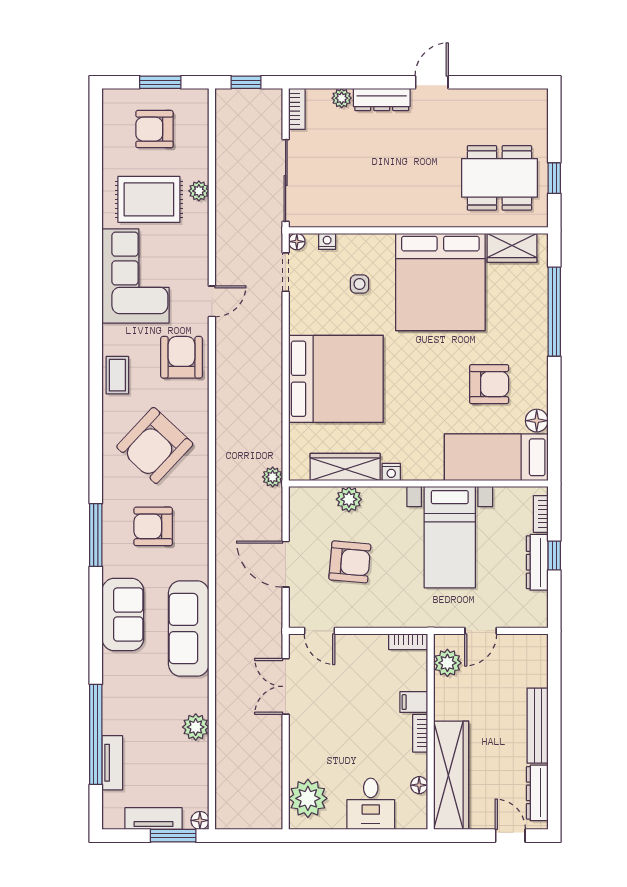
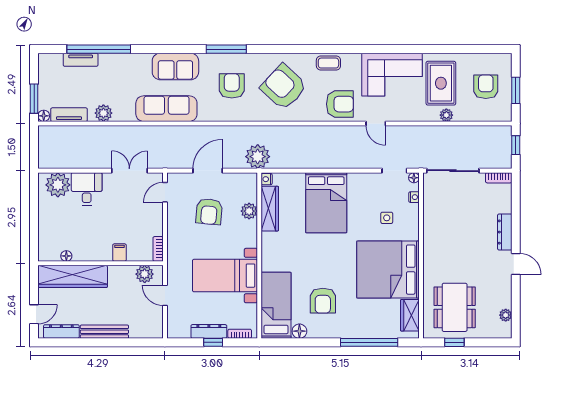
plant: (342, 98) -> (506, 315), moved
bed: (336, 379) -> (326, 203), width x0.73
nightstand: (391, 472) -> (267, 179), moved
plant: (273, 477) -> (258, 157), width x1.88, depth x1.88
bookcase: (420, 733) -> (100, 257), removed
desk: (371, 804) -> (87, 189), moved, turned 90
tv unit: (154, 819) -> (69, 115), moved, turned -90

